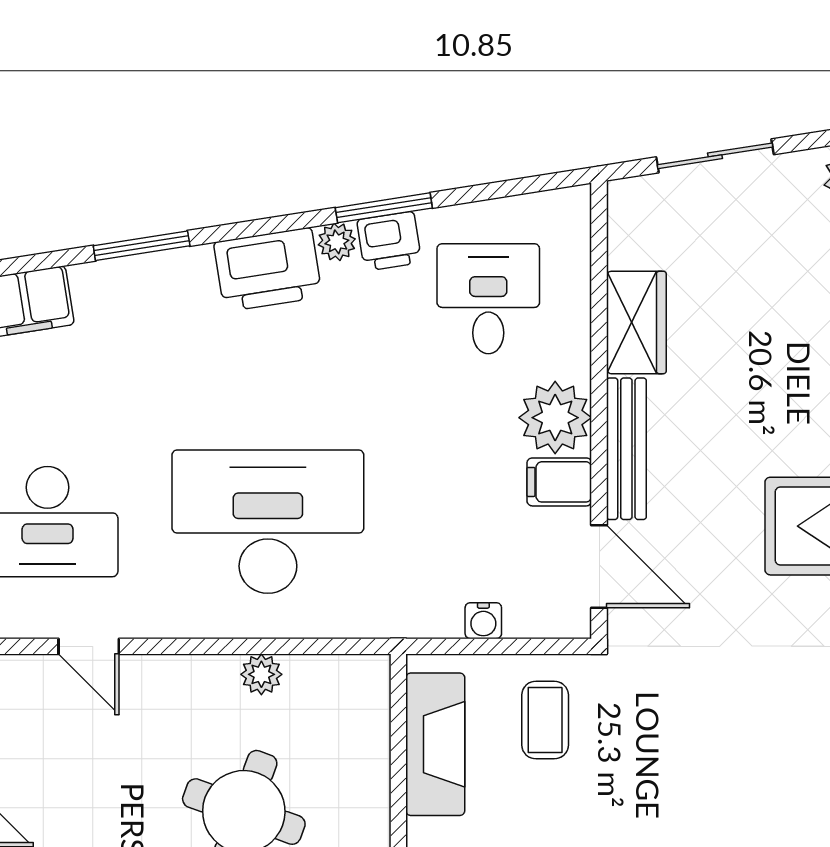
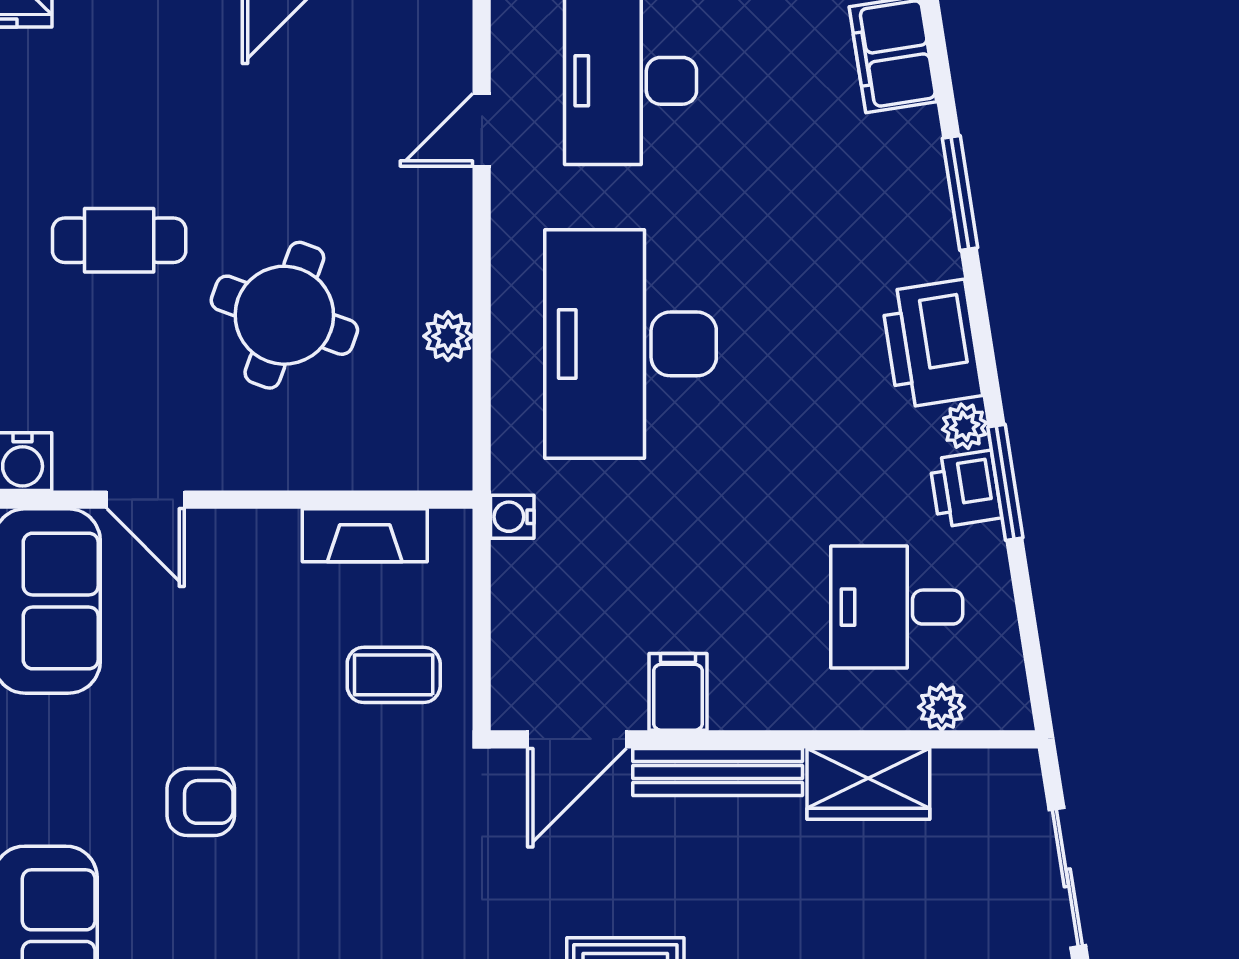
desk: (488, 299) -> (897, 607), turned 180
plant: (555, 418) -> (942, 707), moved, width x0.53, depth x0.53
desk: (268, 522) -> (631, 344), turned 180
water cooler: (483, 621) -> (512, 517), moved
fireplace: (435, 744) -> (365, 535), width x0.73, depth x0.76

